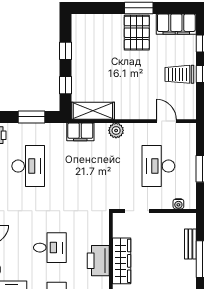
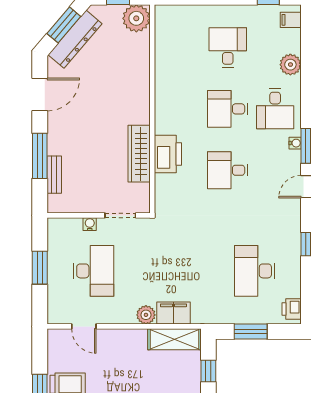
filing cabinet: (80, 132) -> (173, 313), moved
water cooler: (178, 204) -> (90, 224), moved

